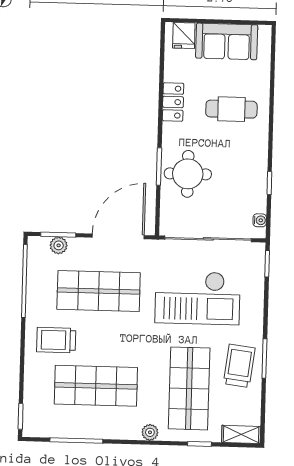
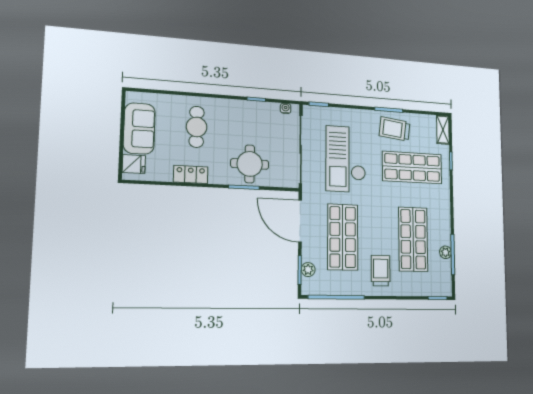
checkout: (198, 298) -> (346, 159), turned 180
trolley: (56, 340) -> (381, 271), turned 180
plant: (150, 432) -> (446, 252), moved

